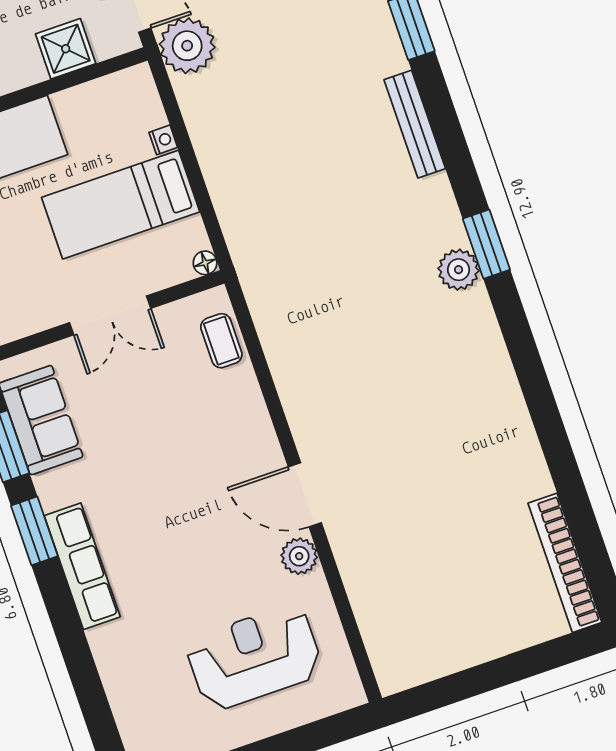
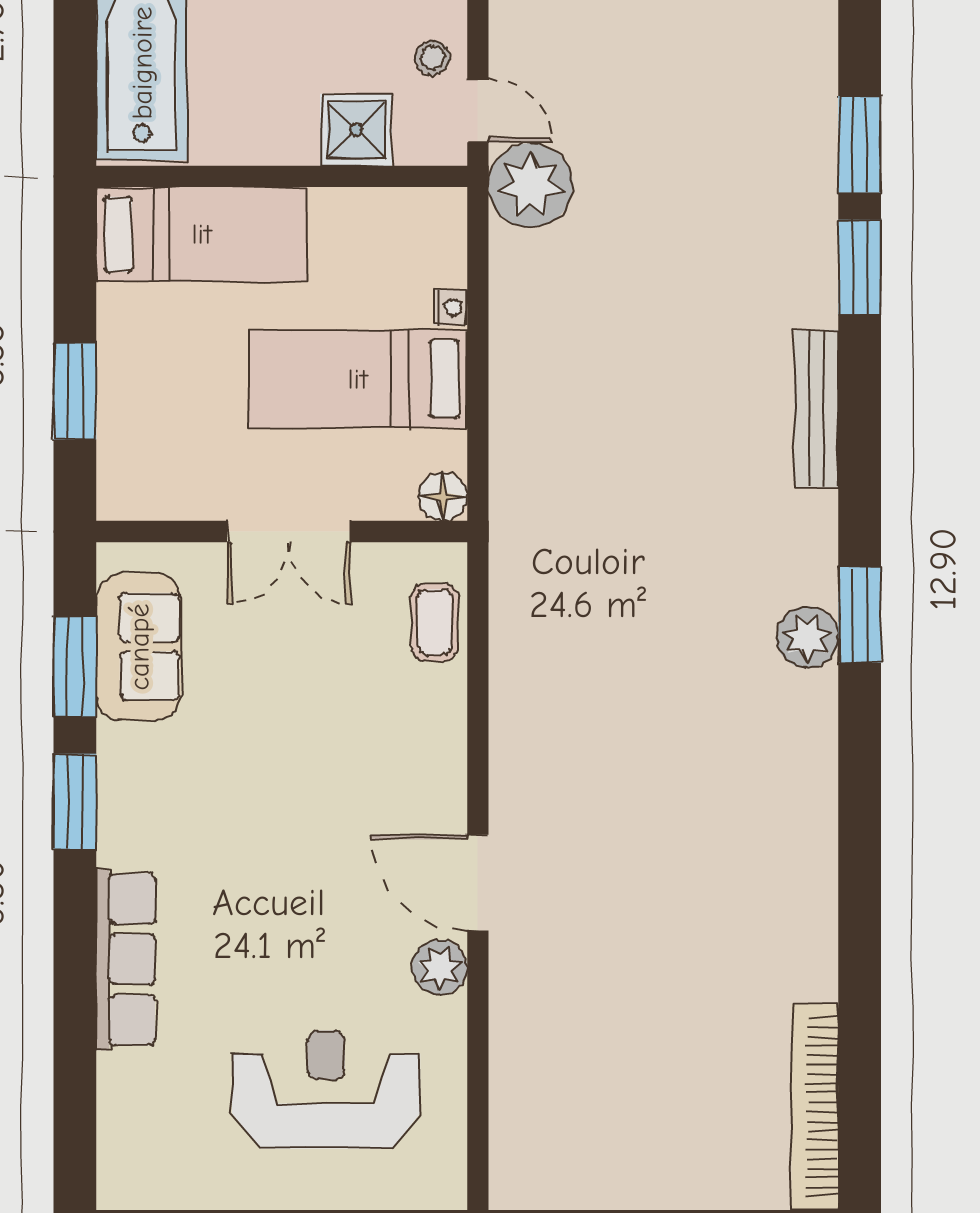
floor lamp: (205, 263) -> (443, 497), width x1.37, depth x1.37
row of seats: (82, 566) -> (126, 959), moved

